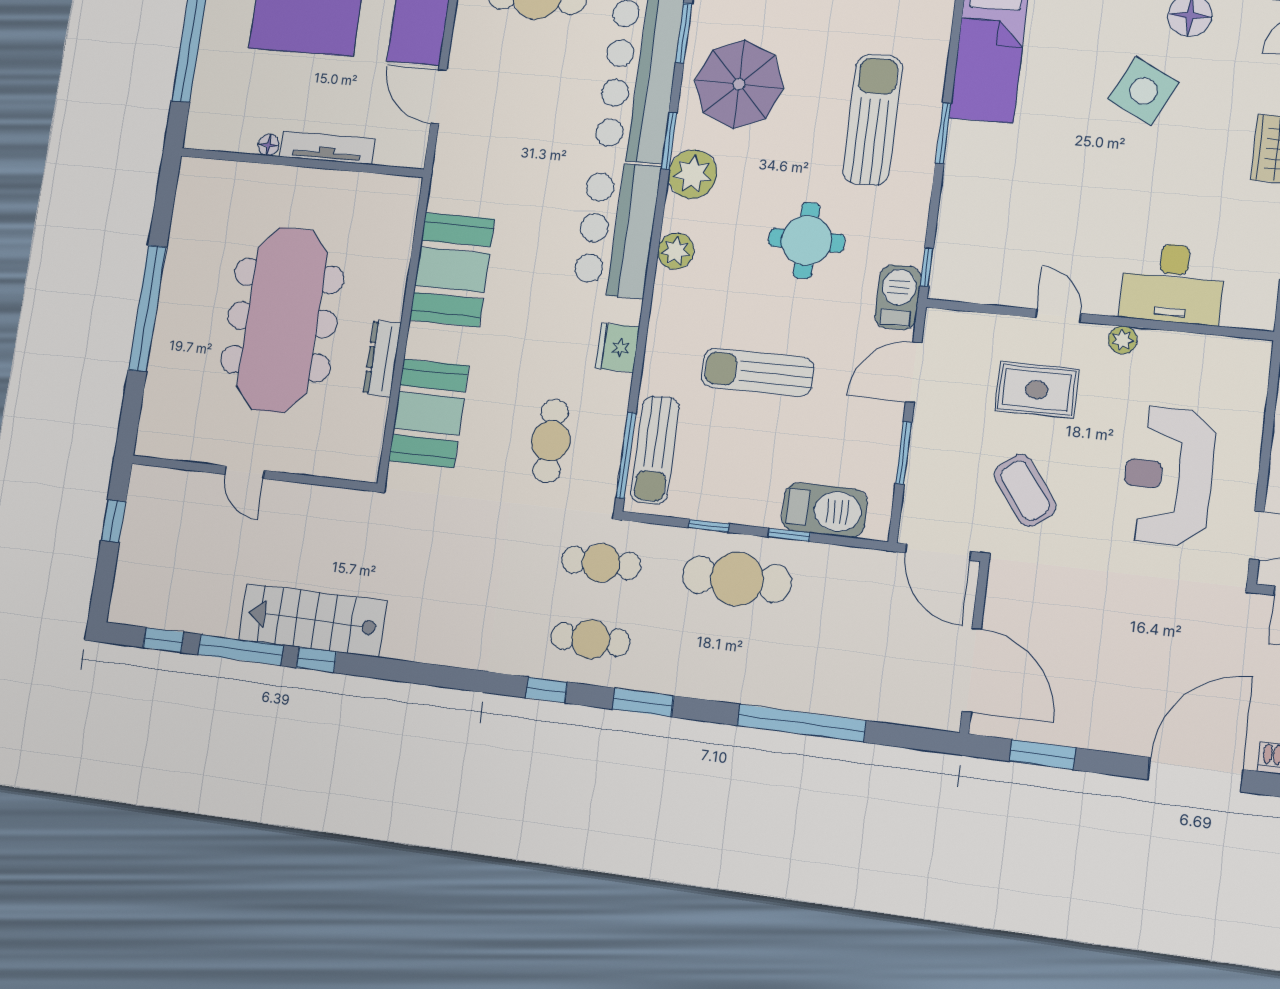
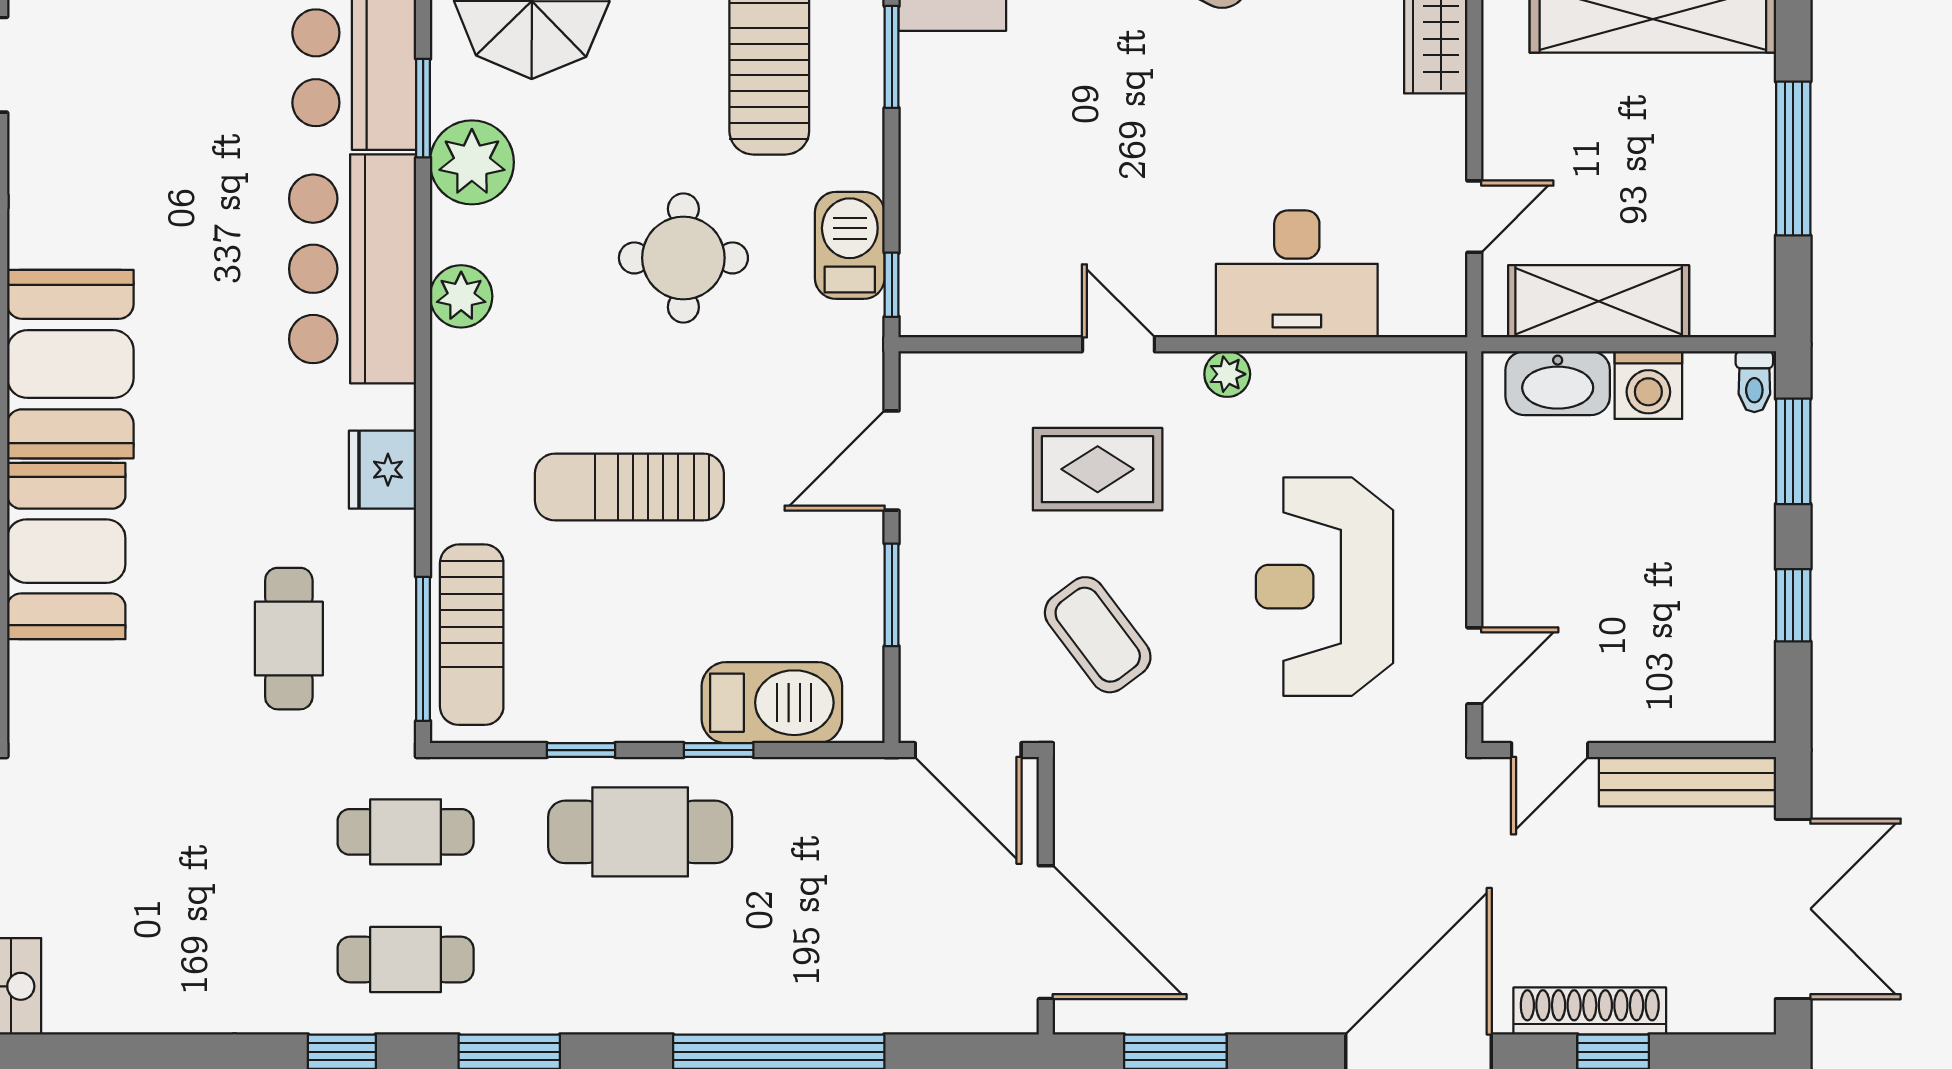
barbecue: (898, 297) -> (850, 245), moved
booth: (429, 413) -> (66, 551), moved

